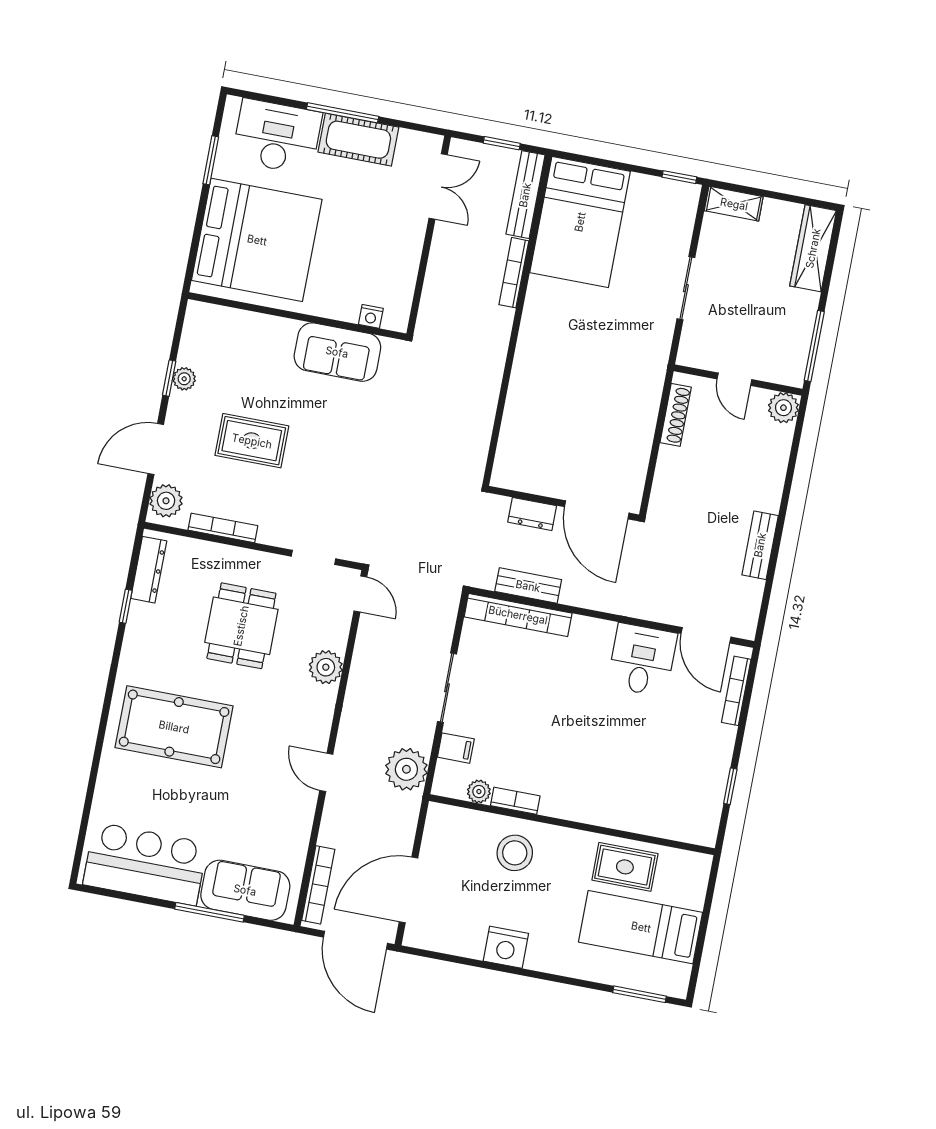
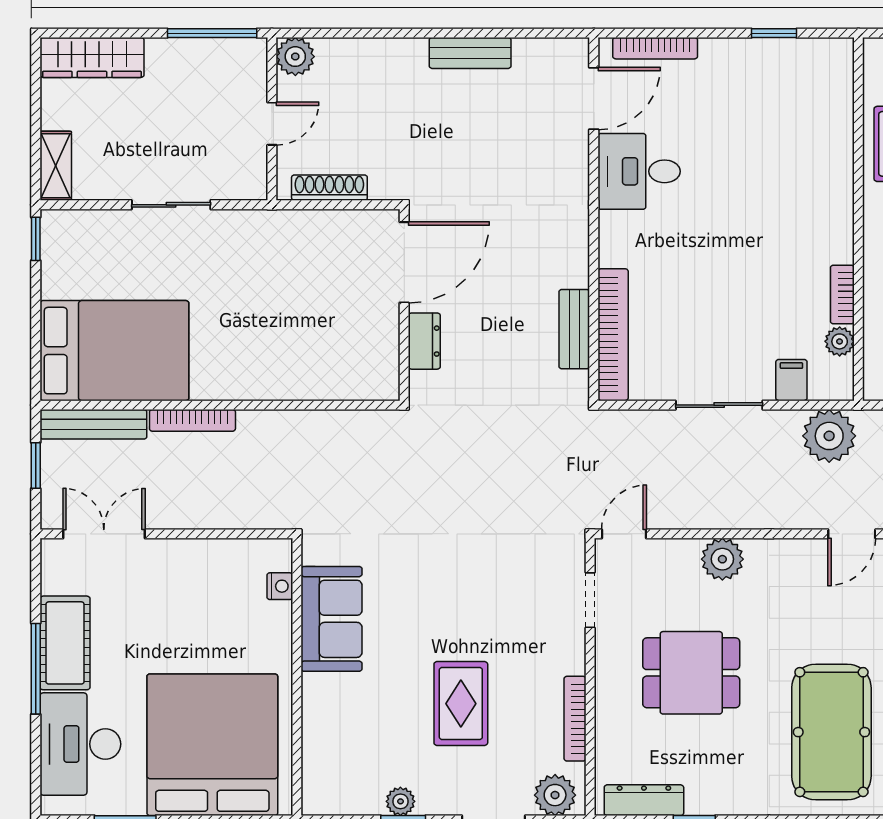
wall: (563, 504) -> (404, 305), moved
door: (597, 510) -> (404, 262), moved
dresser: (532, 514) -> (424, 341), moved

